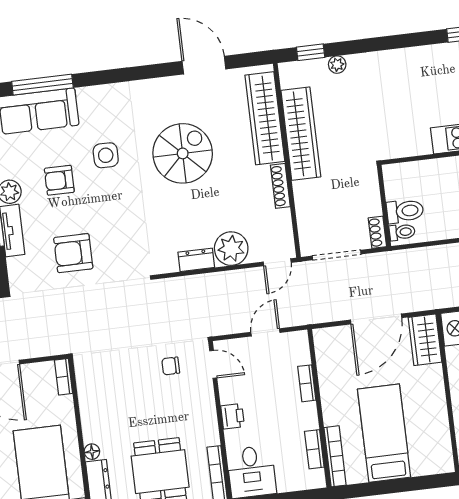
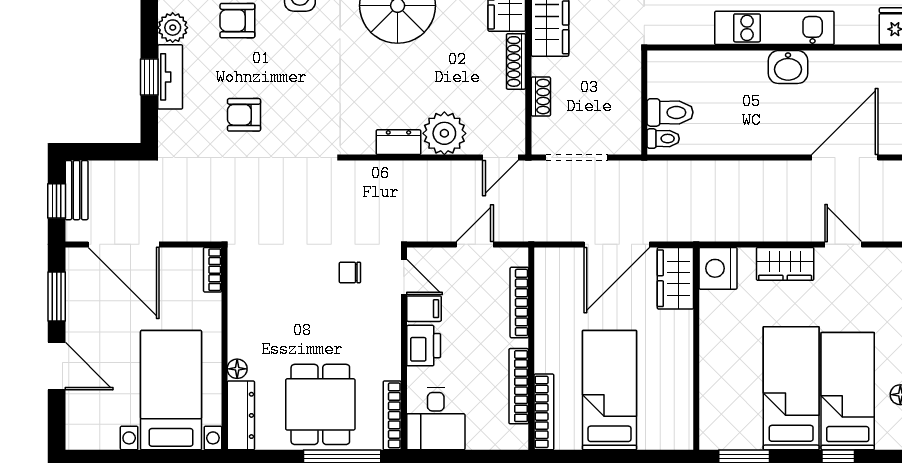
shoe rack: (377, 232) -> (541, 97), moved, turned 180
armchair: (73, 253) -> (244, 115), width x0.72, depth x0.72
bookcase: (307, 383) -> (519, 302), width x1.56
filing cabinet: (232, 387) -> (424, 309), added
printer: (233, 416) -> (424, 346), width x1.36, depth x1.24
bookcase: (314, 449) -> (519, 386), width x1.56

